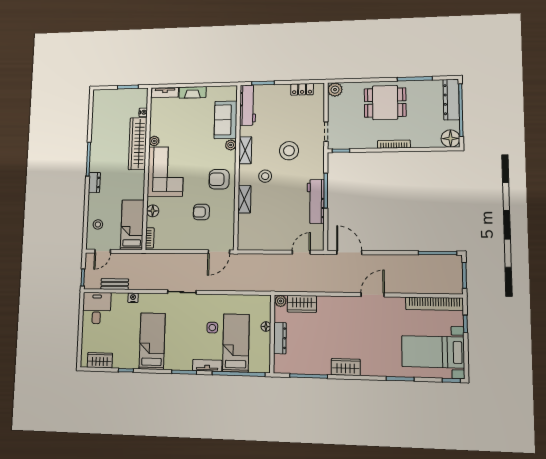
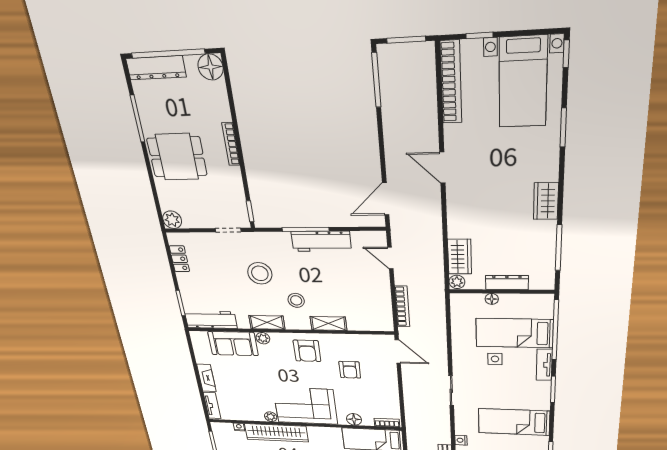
dining table: (385, 103) -> (177, 157), turned 90
bookcase: (260, 258) -> (402, 306), added

